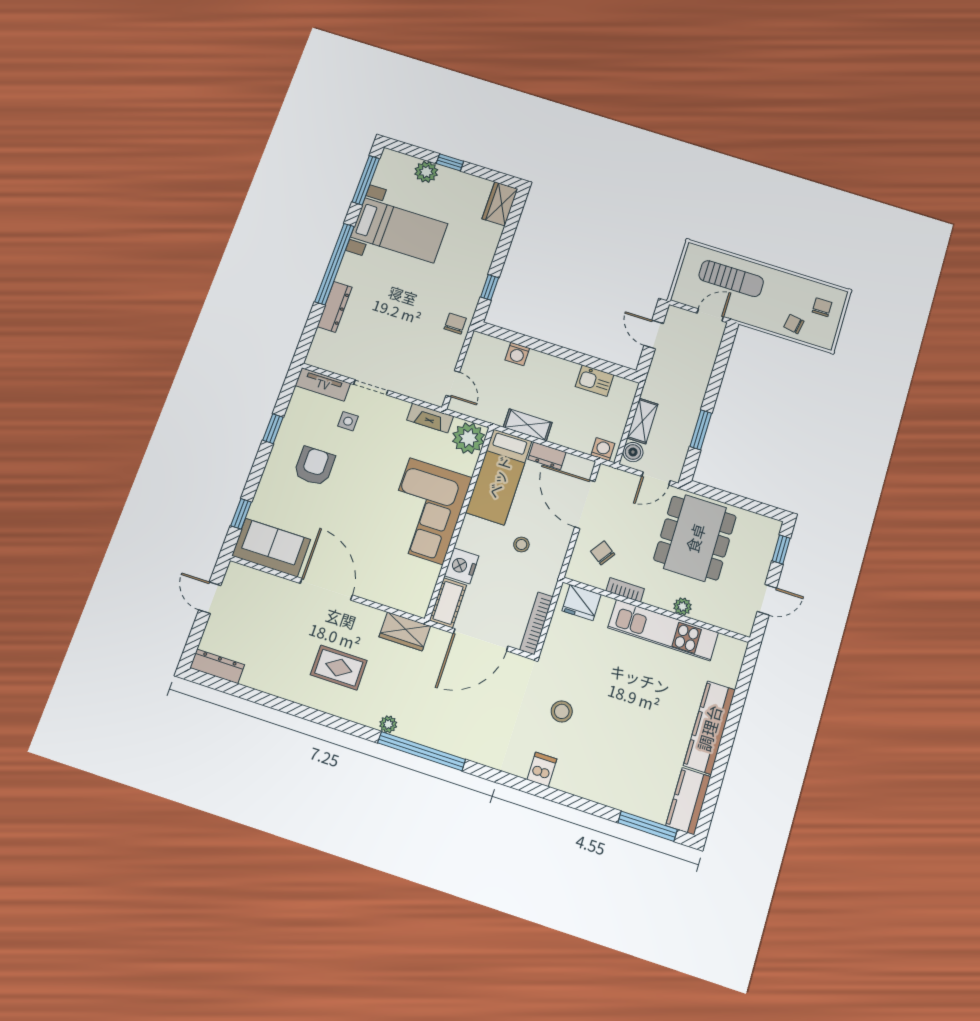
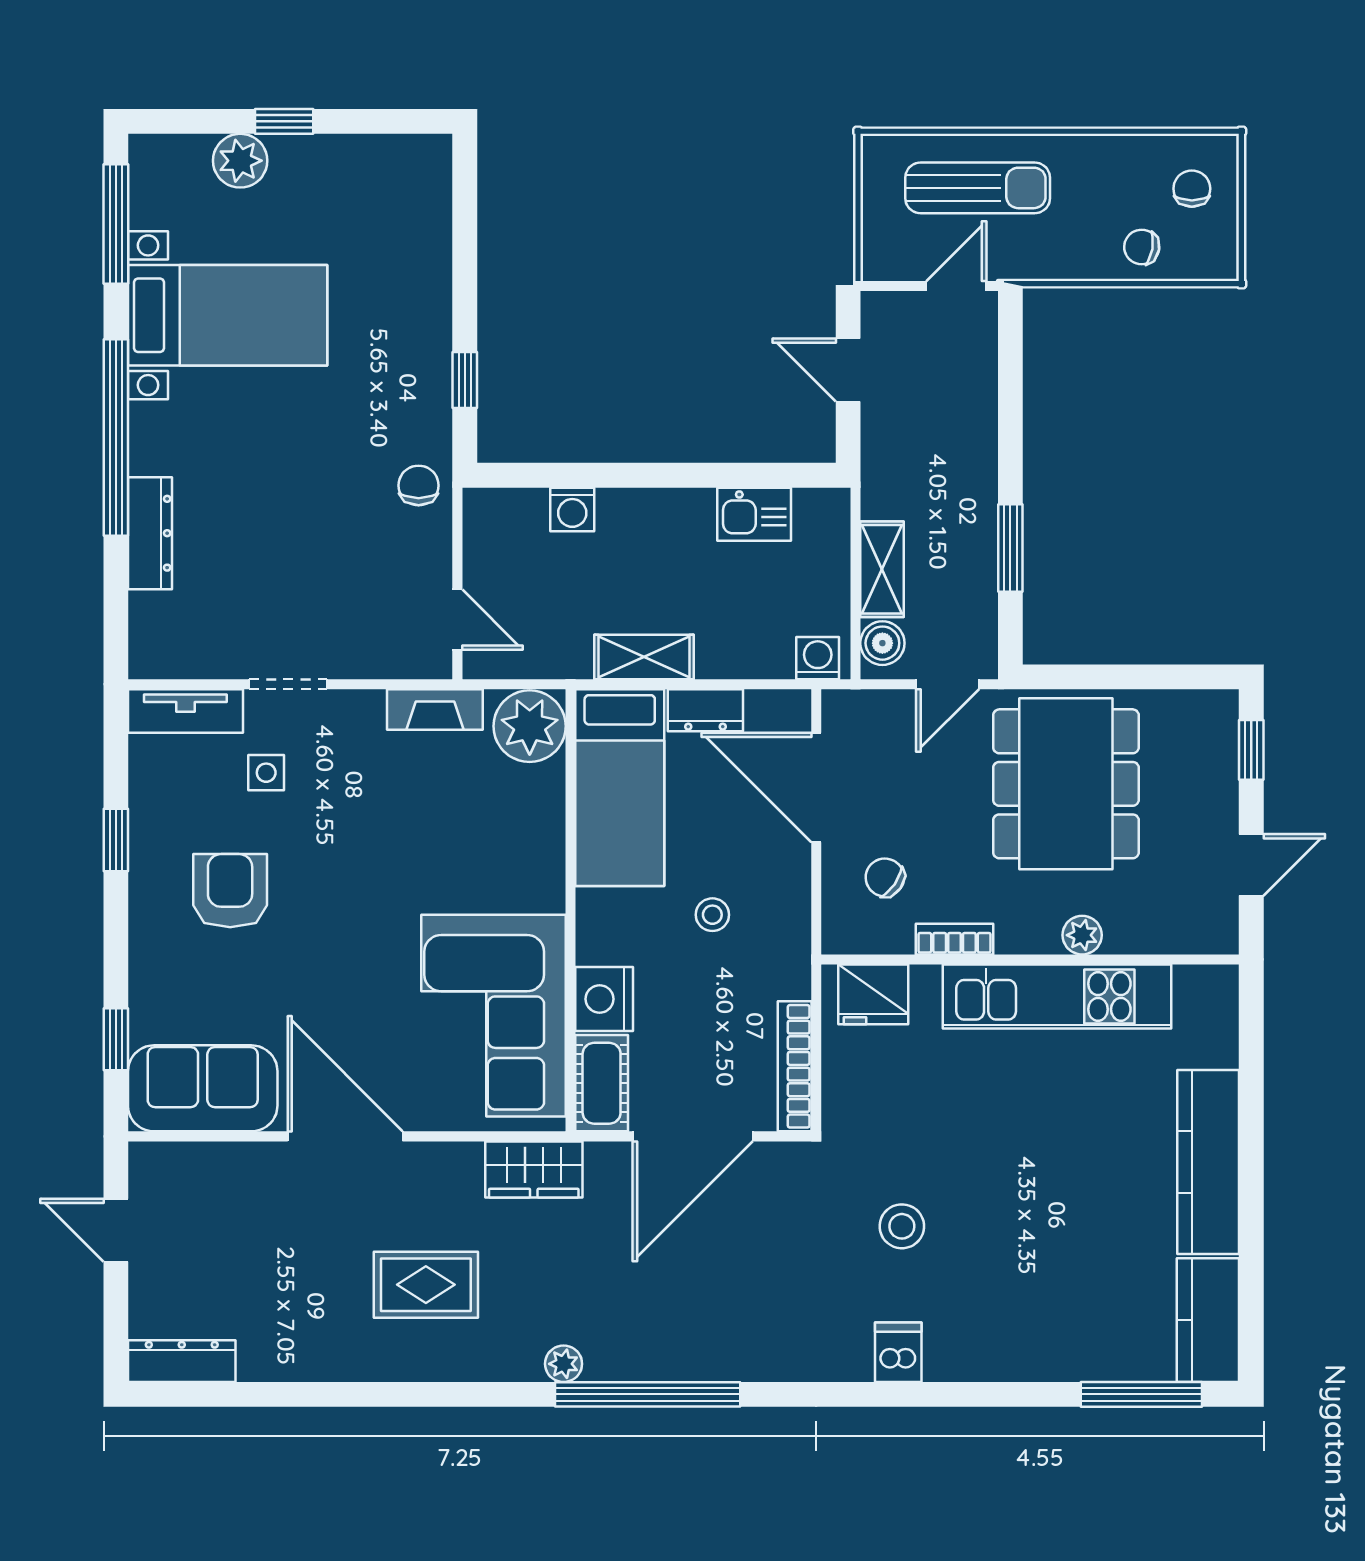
wardrobe: (500, 204) -> (425, 182), removed
corner sofa: (426, 511) -> (494, 1016), moved

